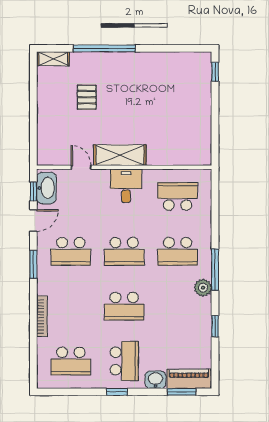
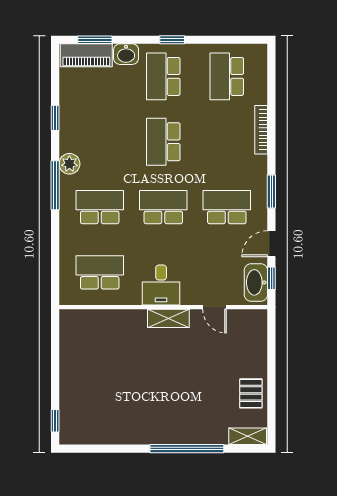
pallet: (87, 97) -> (251, 393), moved
shelving: (120, 155) -> (168, 318), width x0.67, depth x0.75
school desk: (178, 196) -> (100, 272), turned 180
school desk: (124, 306) -> (163, 142), turned -90
school desk: (71, 361) -> (227, 76), turned -90

